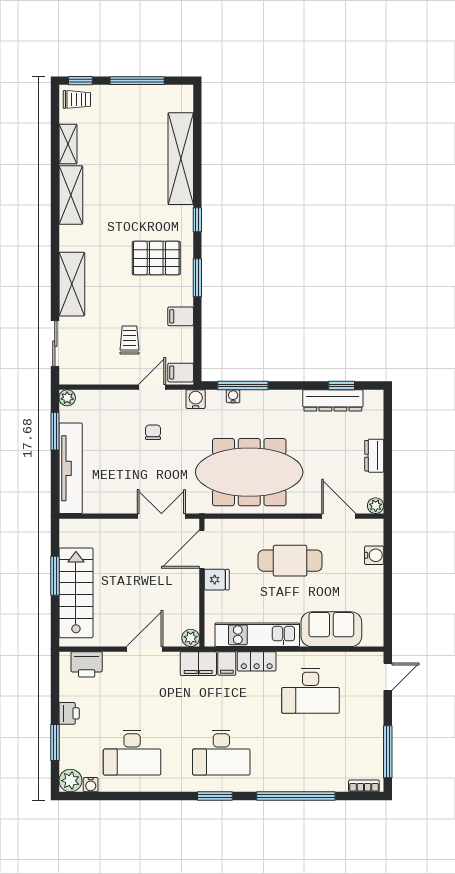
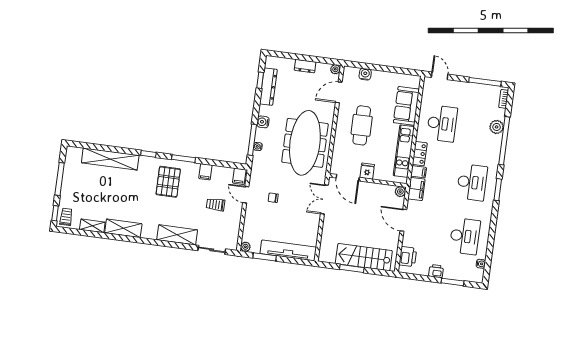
water cooler: (196, 399) -> (263, 122), moved
plant: (70, 781) -> (497, 127), moved

